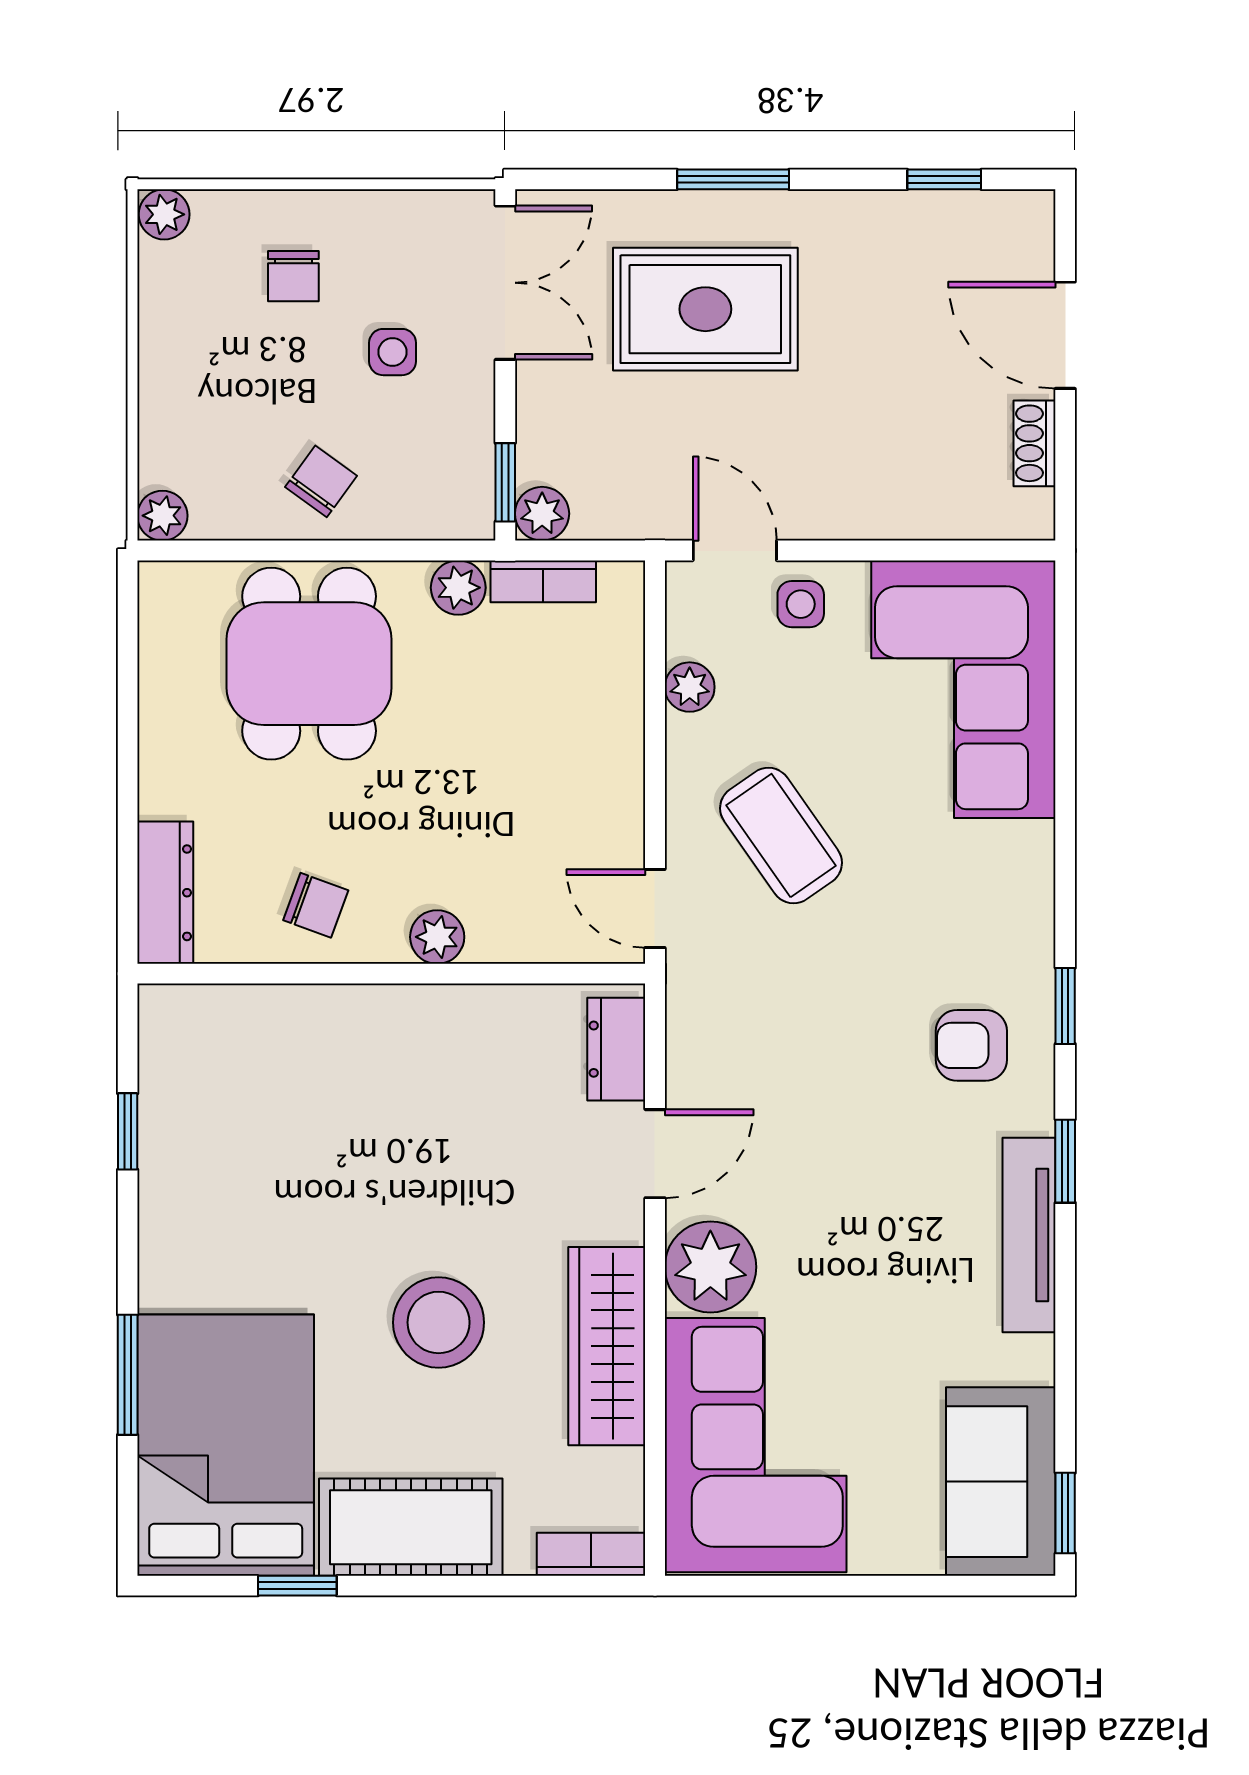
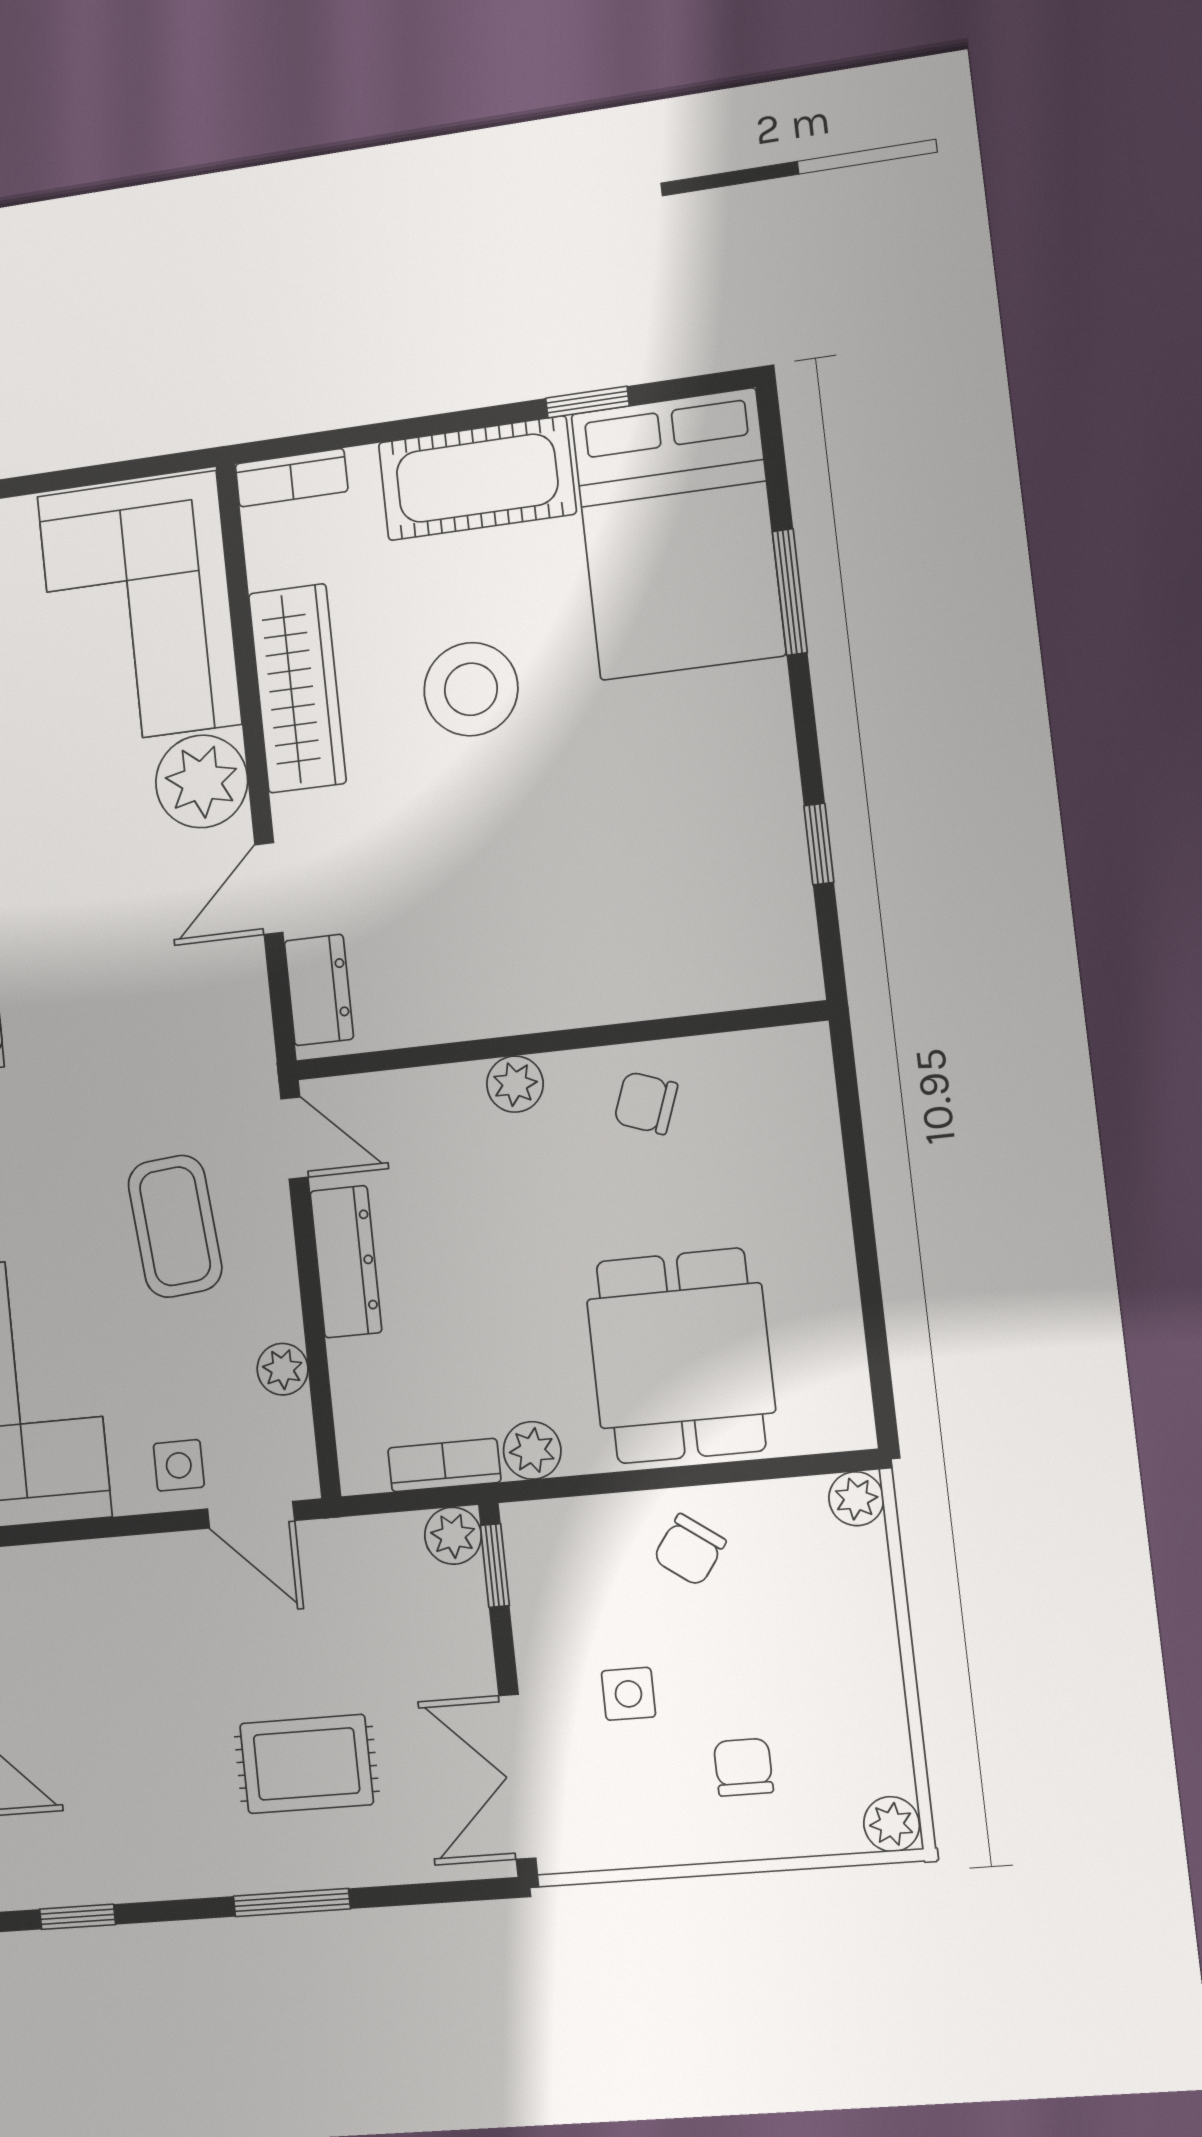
rug: (705, 309) -> (306, 1764), width x0.73, depth x0.70
coffee table: (781, 836) -> (175, 1226), turned 30
dresser: (165, 893) -> (346, 1262), moved, turned 180

